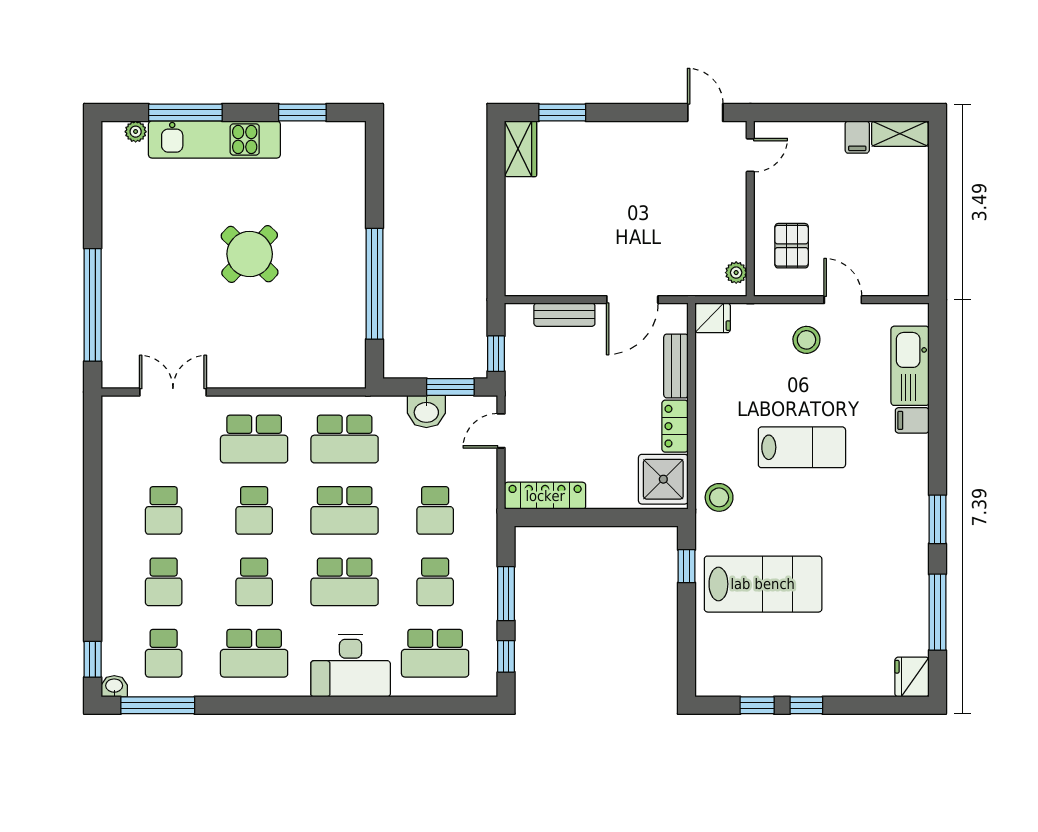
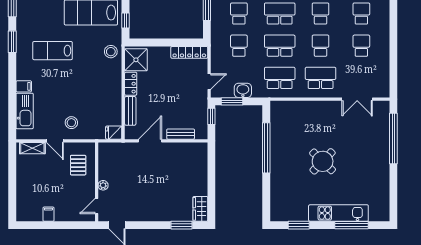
plant: (136, 132) -> (374, 217), removed
shelving: (900, 134) -> (32, 148), moved
plant: (736, 273) -> (103, 185), moved
lab bench: (802, 447) -> (53, 51), moved

